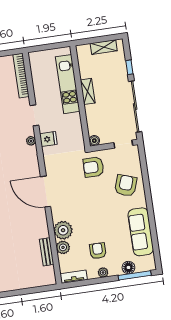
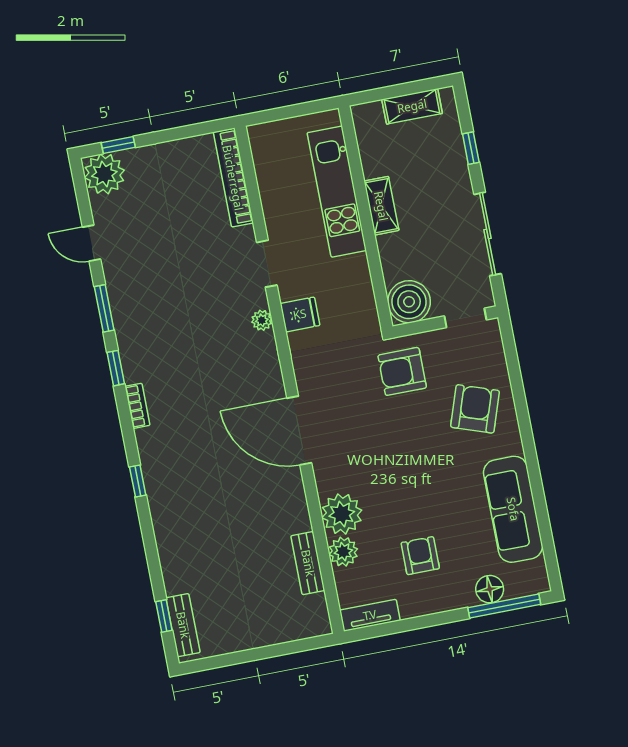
sliding door: (135, 107) -> (488, 234), width x0.73
boiler: (94, 141) -> (409, 302), width x1.86, depth x1.86
plant: (103, 273) -> (434, 603), removed

